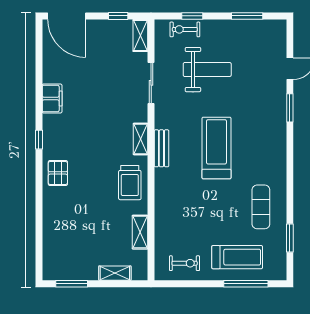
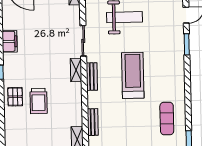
sliding door: (151, 83) -> (83, 41), moved
trolley: (130, 183) -> (39, 101), moved
bench: (161, 209) -> (93, 122), added

